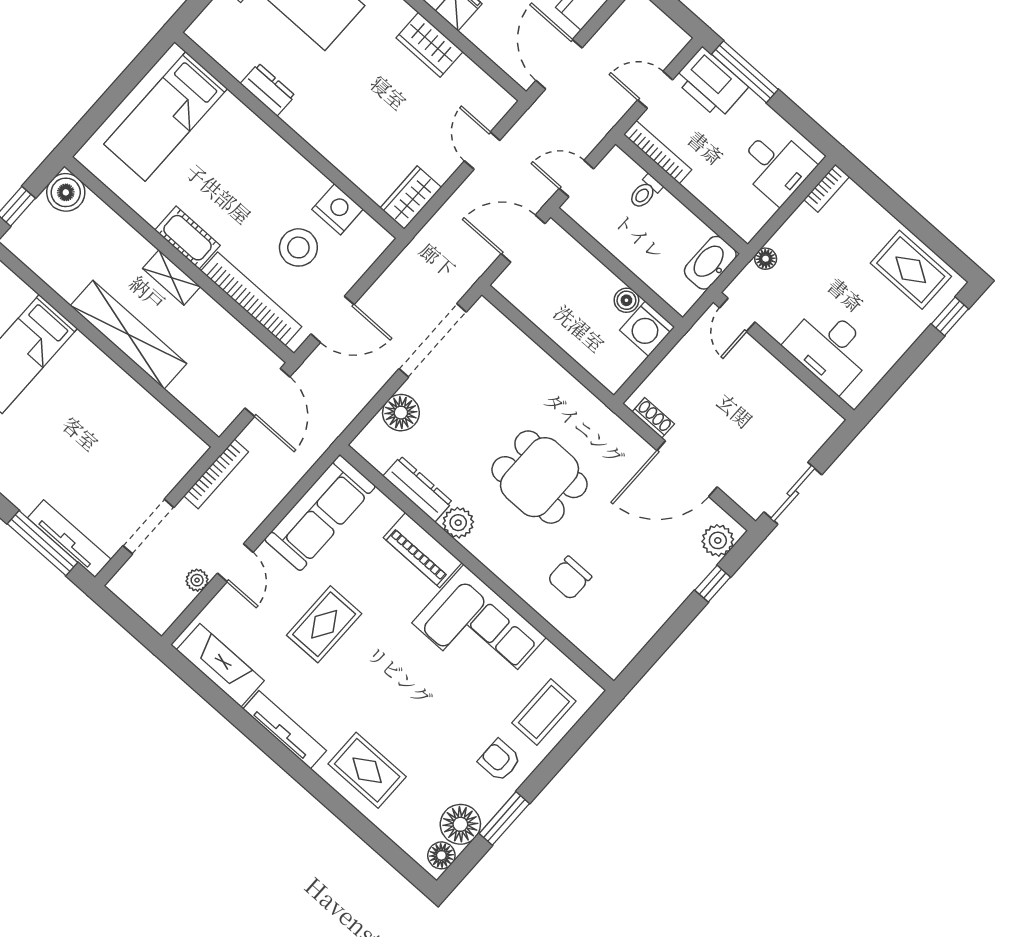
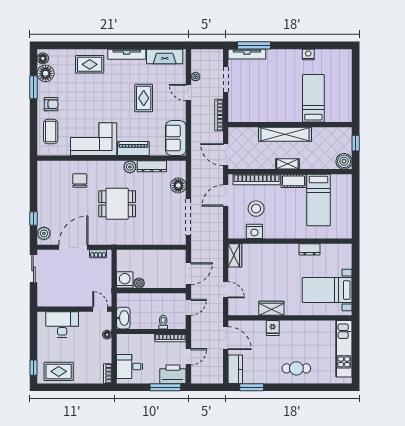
bed: (166, 116) -> (318, 200), moved, turned 180
sofa: (320, 513) -> (176, 138), width x0.73

